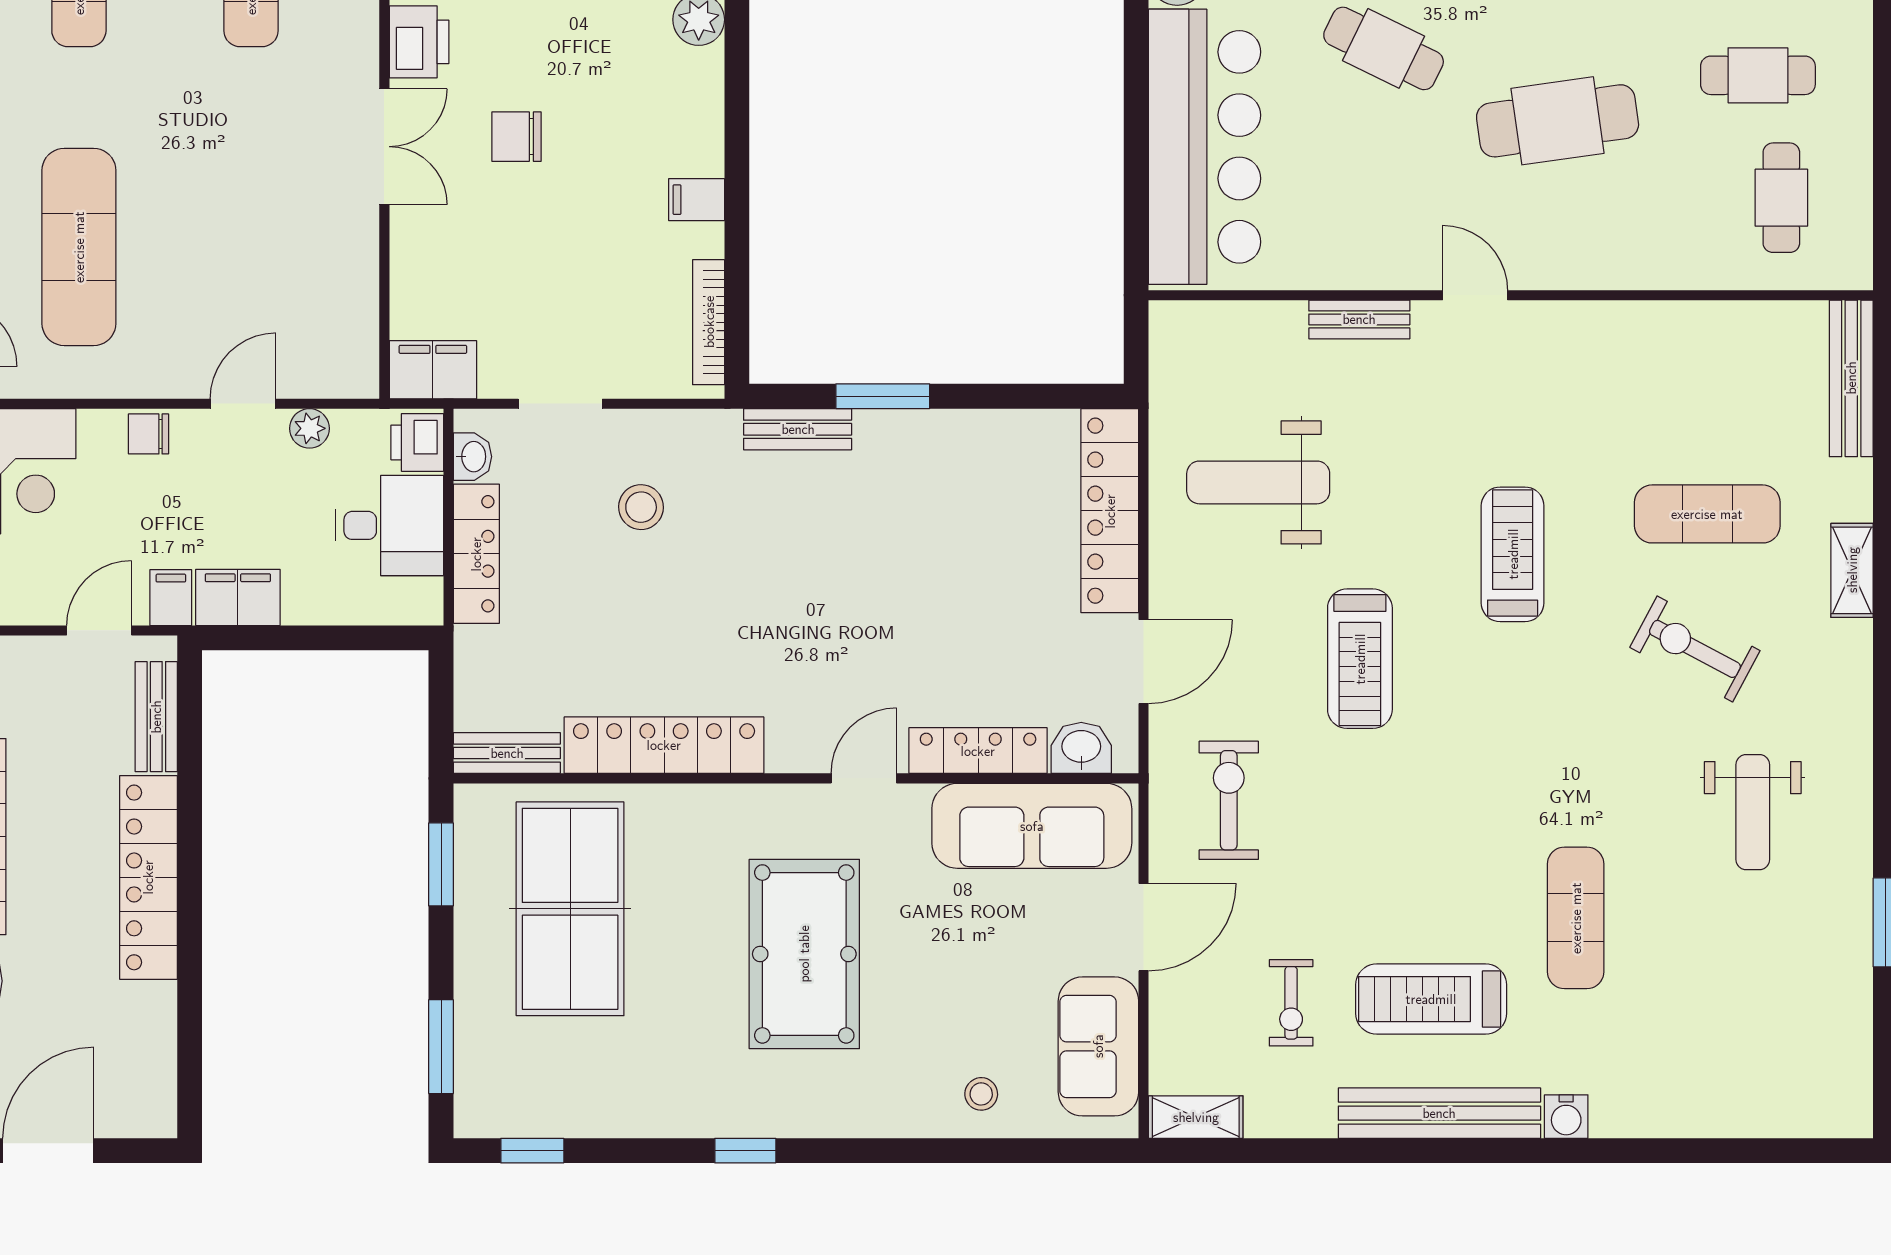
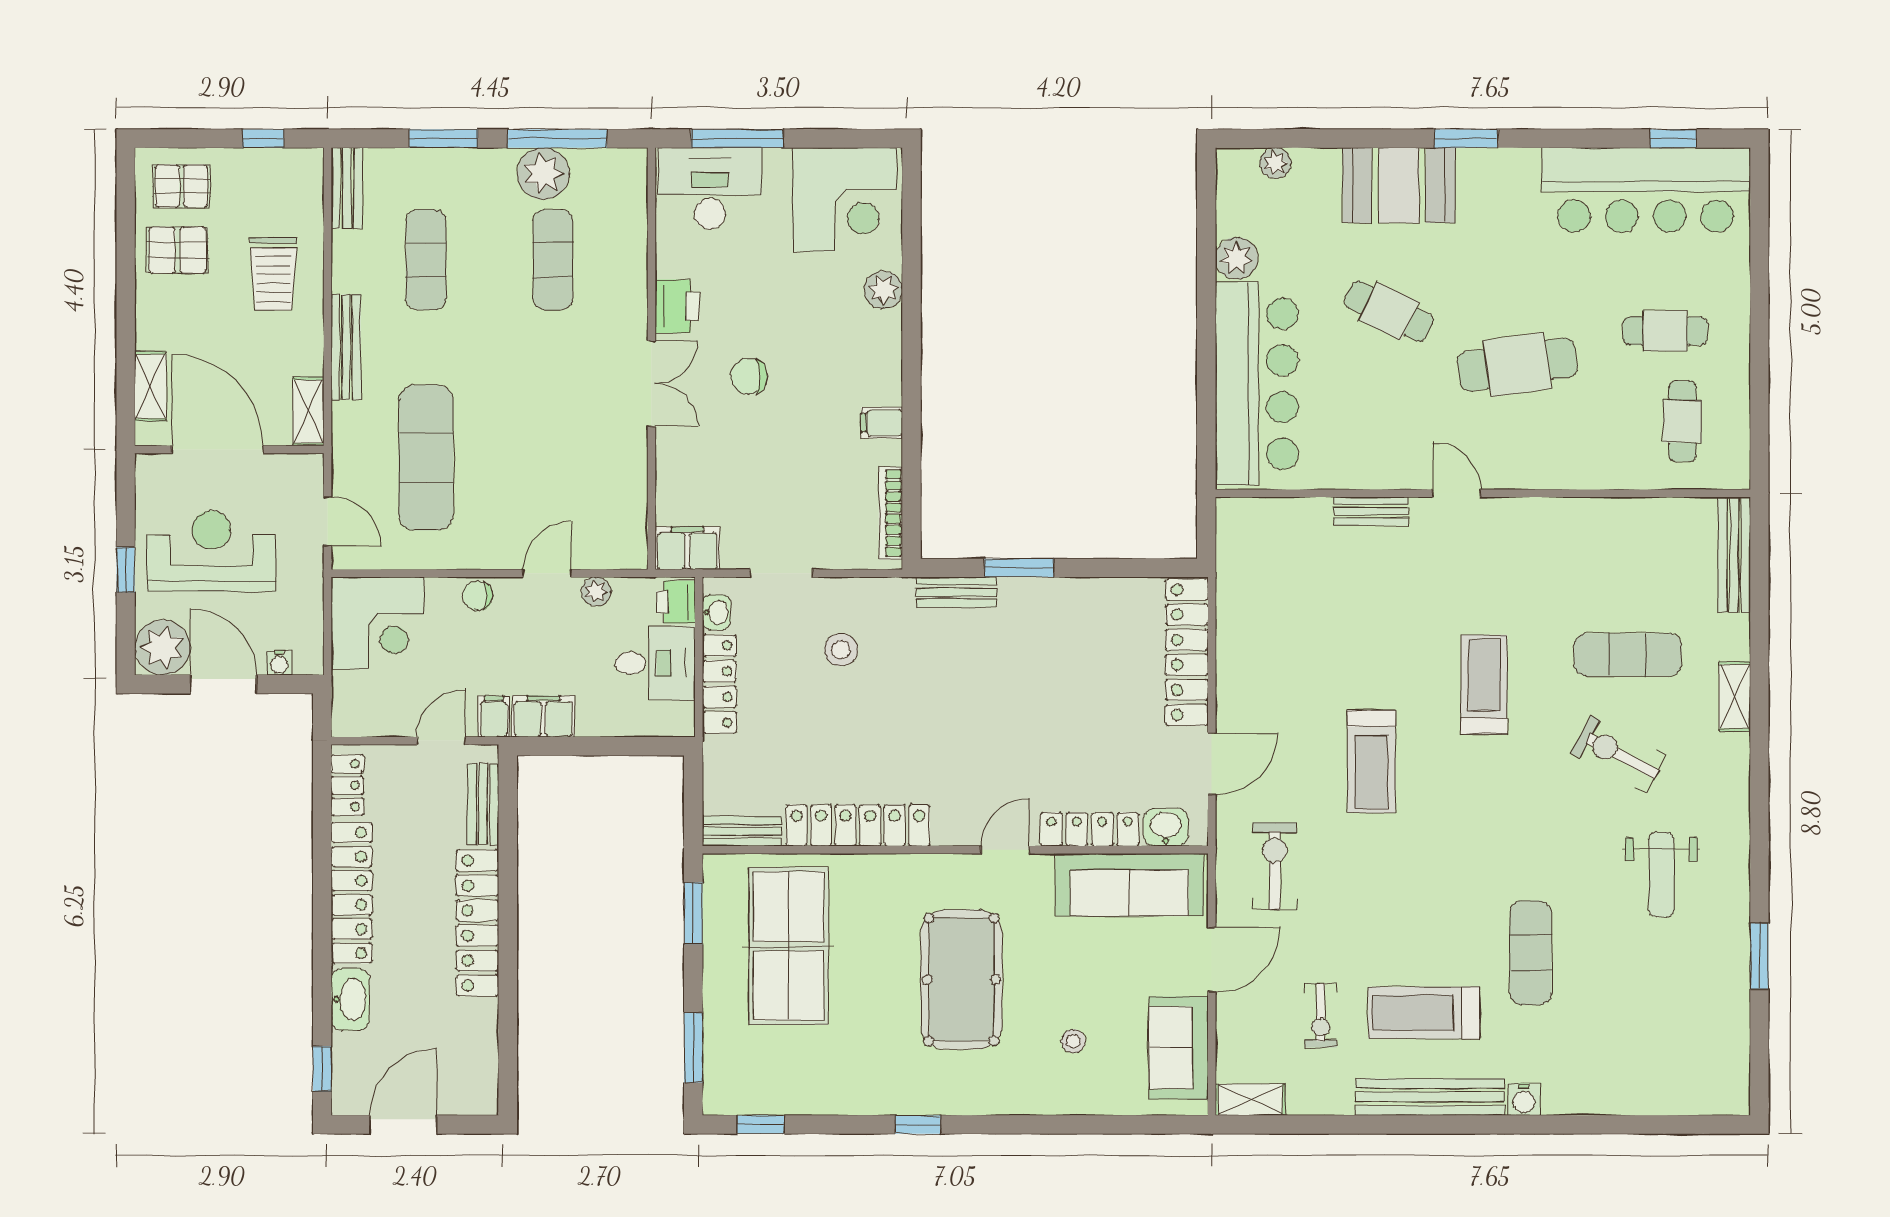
weight bench: (1258, 482) -> (1296, 631), removed
stool: (981, 1094) -> (1073, 1041), moved

